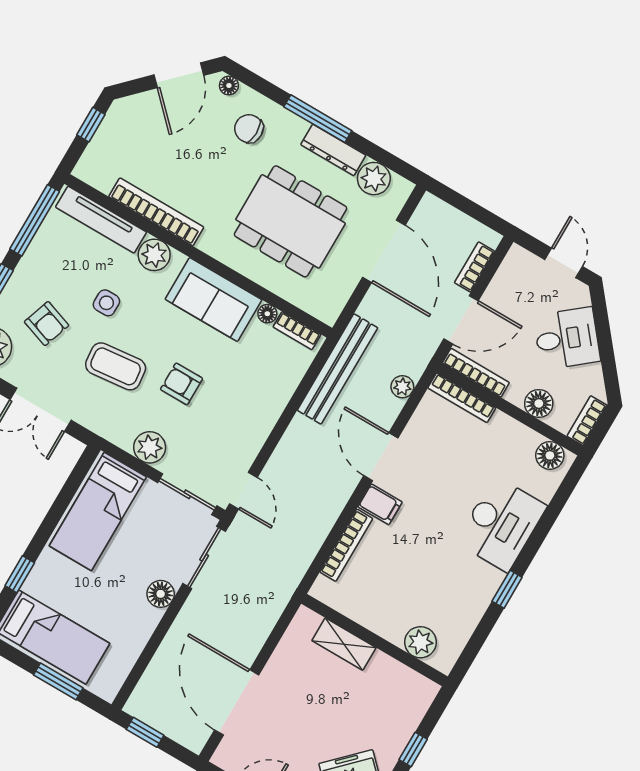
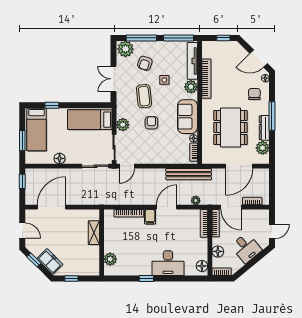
floor lamp: (161, 594) -> (60, 158), moved

